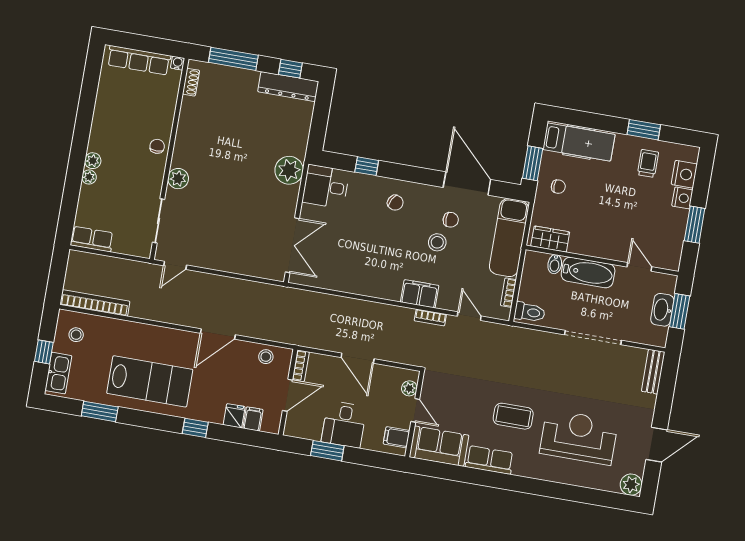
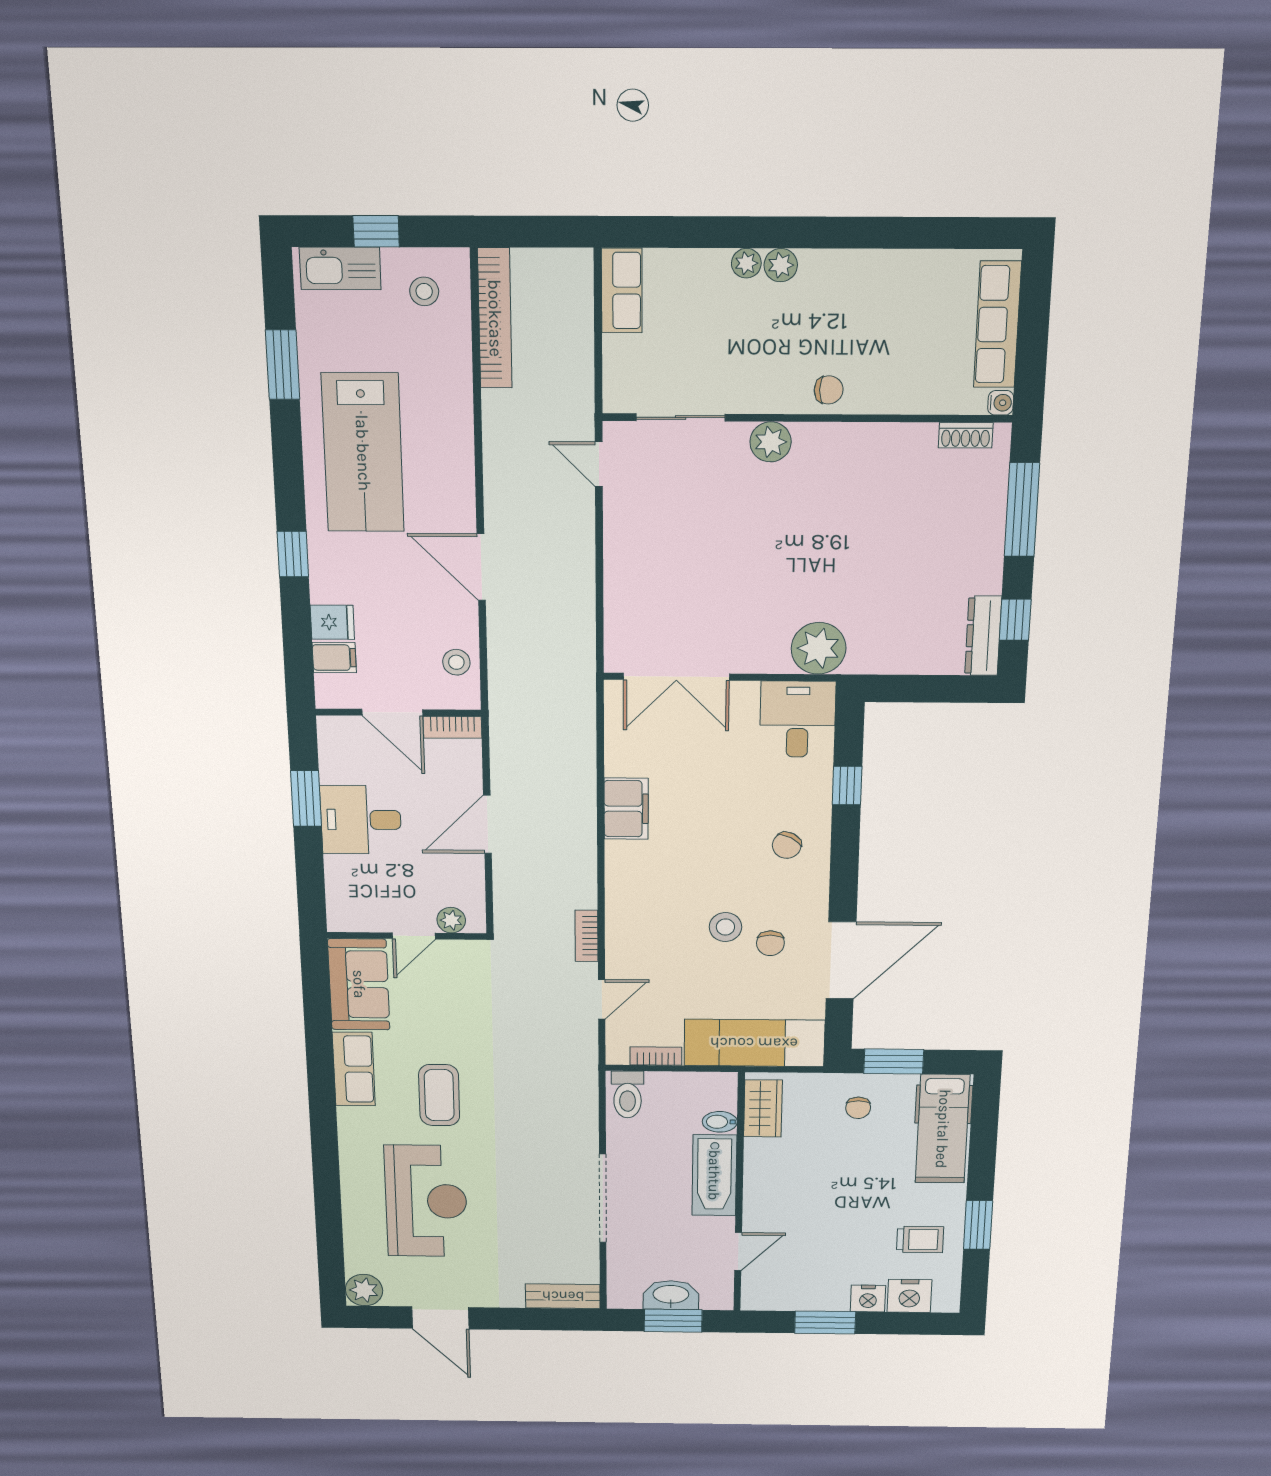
dresser: (288, 87) -> (983, 636), width x0.73, depth x0.80
filing cabinet: (420, 294) -> (626, 809), moved
filing cabinet: (397, 437) -> (358, 912), removed

